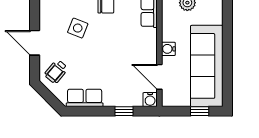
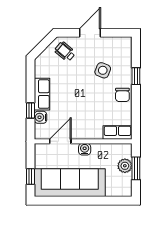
row of seats: (85, 98) -> (42, 94), moved
water cooler: (150, 100) -> (40, 117), moved

